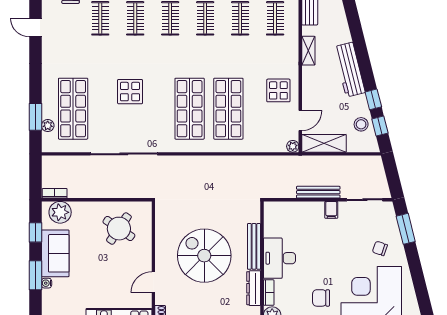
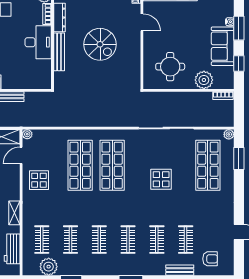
plant: (48, 126) -> (229, 134), moved
plant: (60, 212) -> (204, 80), moved
round table: (119, 229) -> (170, 67), turned -34
spiral stairs: (204, 256) -> (100, 44), width x0.73, depth x0.73
door: (153, 282) -> (142, 22), hinge flipped

